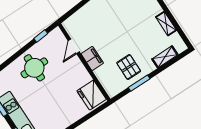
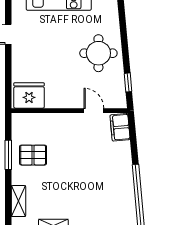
filing cabinet: (92, 58) -> (120, 127), moved, turned 85

